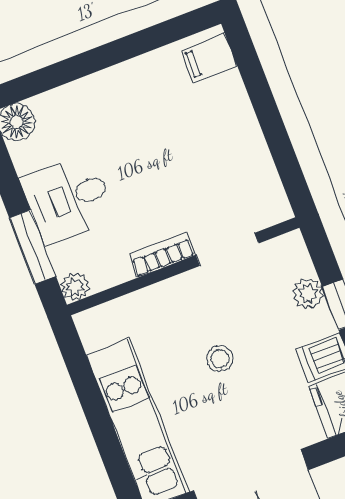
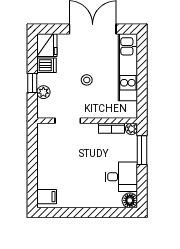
desk: (68, 199) -> (121, 177), moved
bookcase: (162, 255) -> (112, 128), moved

